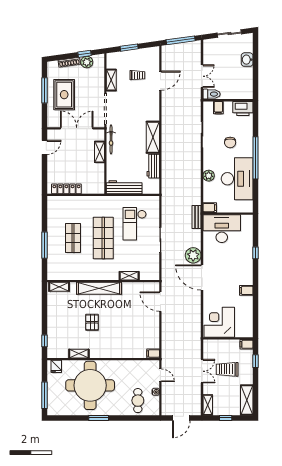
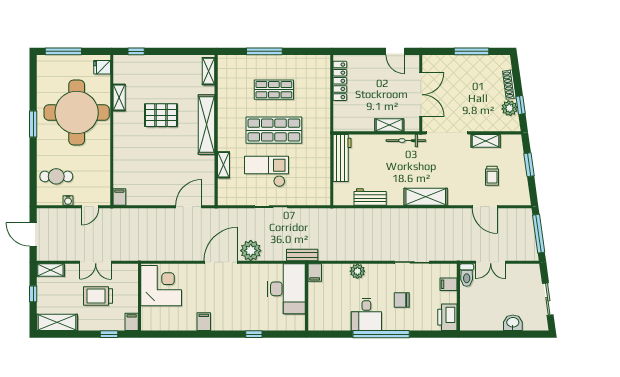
rug: (64, 95) -> (466, 78), removed
shelving: (153, 137) -> (426, 197), moved
desk: (237, 179) -> (366, 314), width x0.53, depth x0.77
checkout: (135, 224) -> (267, 171), moved
pallet: (92, 322) -> (161, 115), width x1.50, depth x1.42
trolley: (227, 369) -> (98, 296), turned -90

